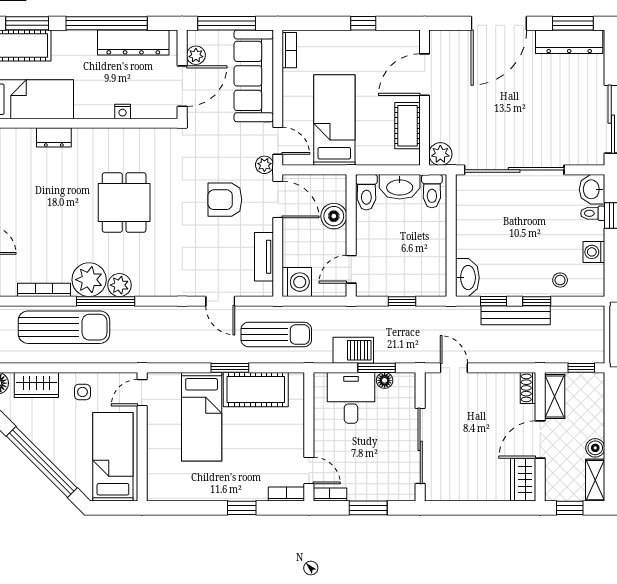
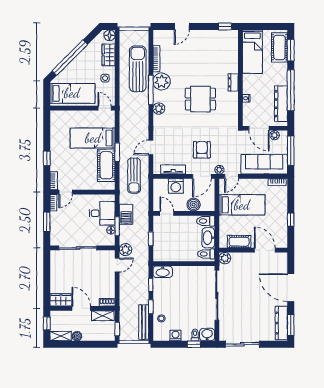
dresser: (54, 137) -> (233, 82), moved
washing machine: (297, 282) -> (176, 186), moved
plant: (119, 285) -> (159, 109), moved
bench: (516, 315) -> (144, 322), moved
sun lounger: (64, 327) -> (138, 69), turned 180
plant: (423, 351) -> (126, 250), added

